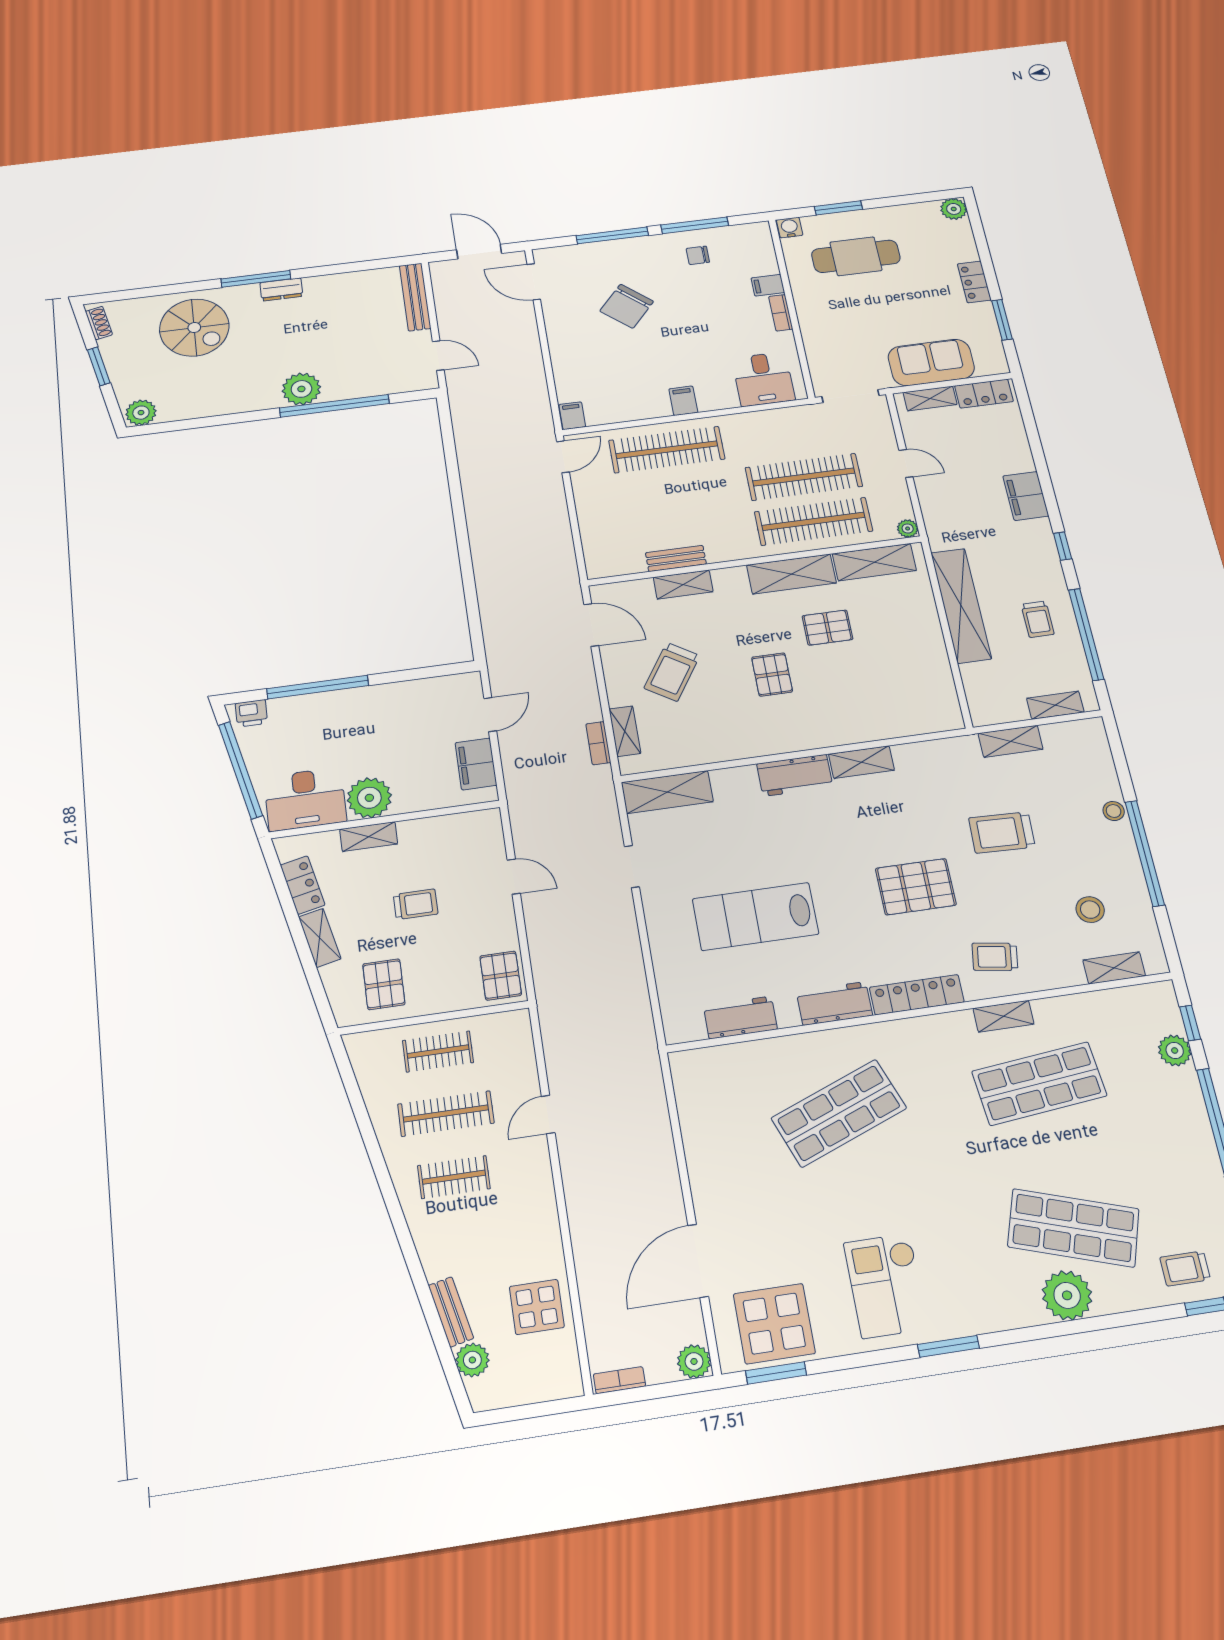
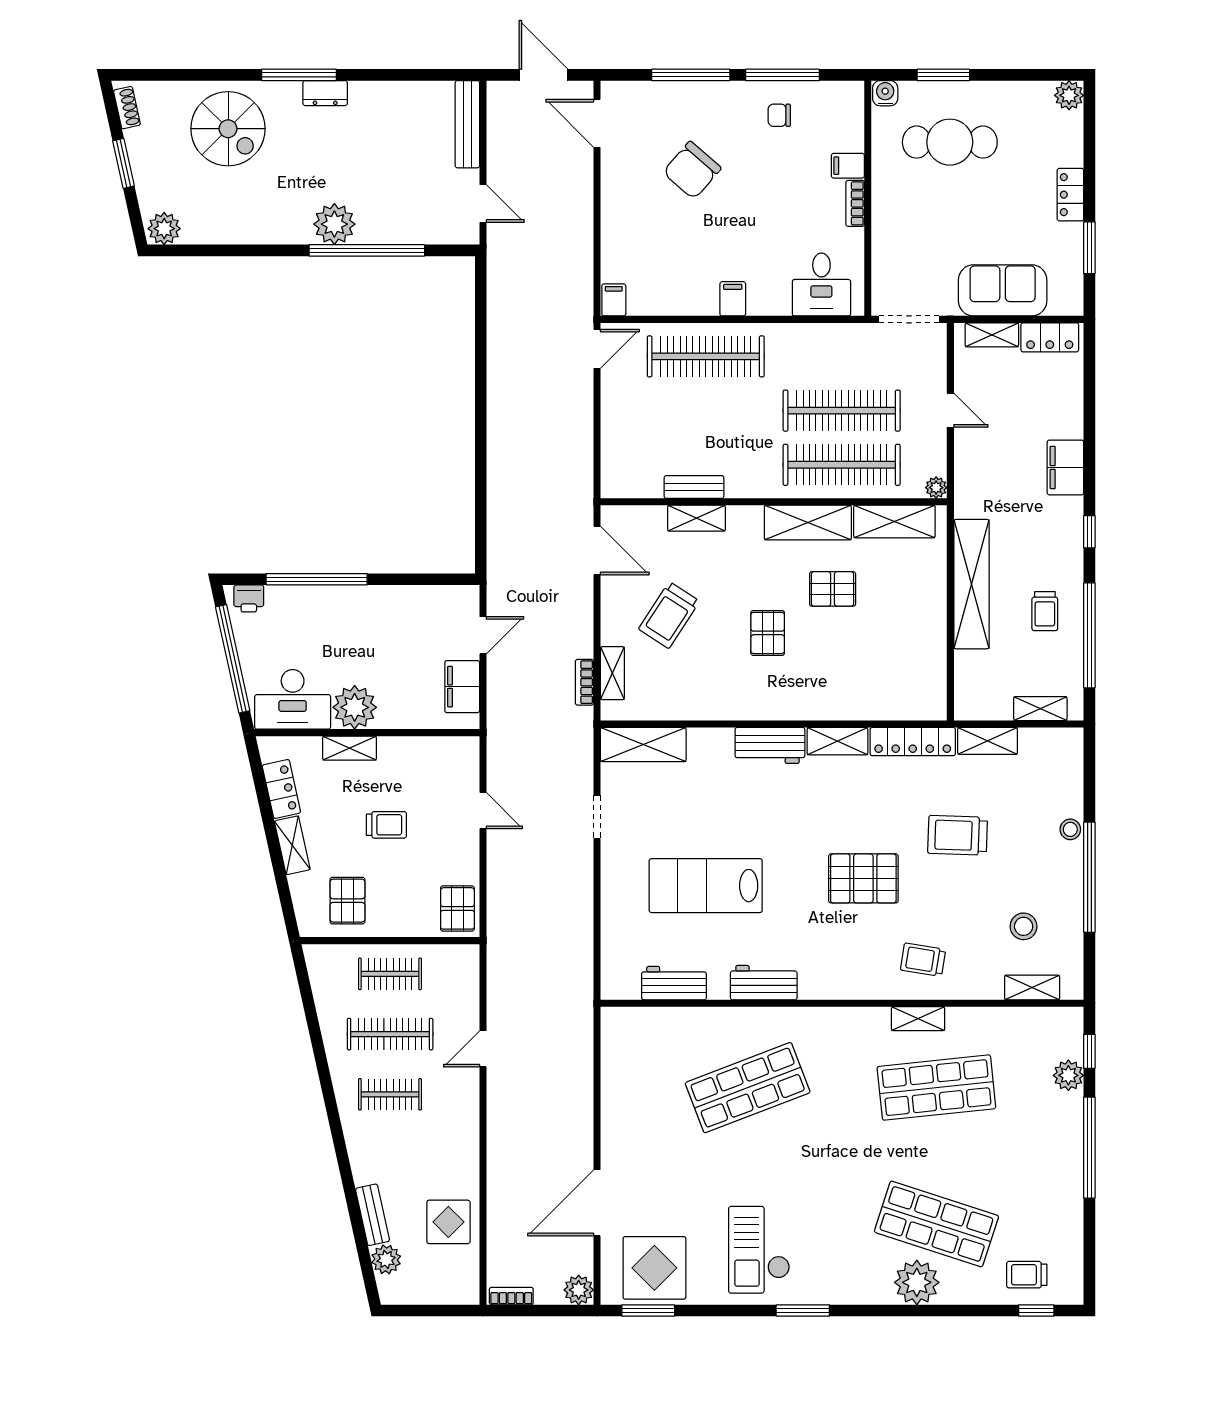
locker: (917, 995) -> (913, 742), moved, turned 180

